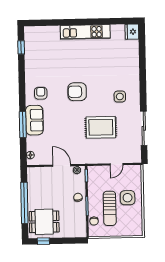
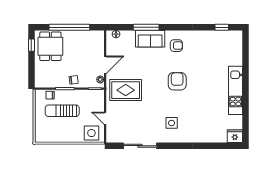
rug: (101, 127) -> (126, 90), moved, turned 90
side table: (128, 198) -> (91, 133), moved

